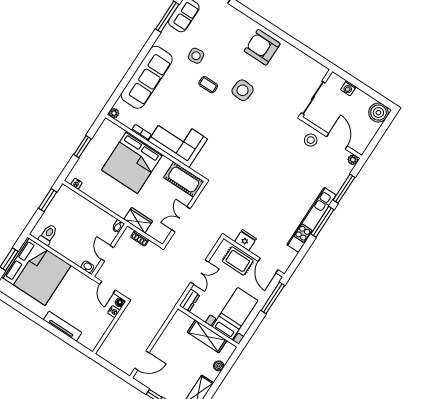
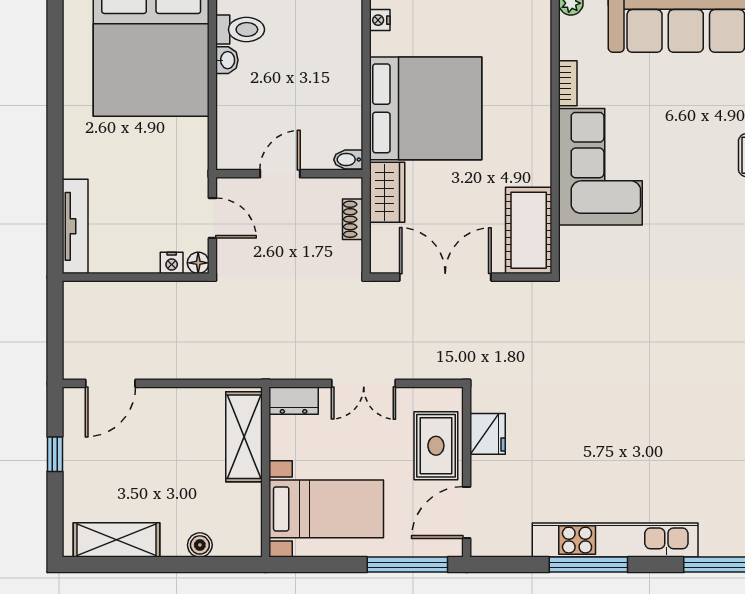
bed: (132, 162) -> (426, 108), moved, turned 180
double door: (181, 219) -> (445, 277), width x1.37
window: (322, 222) -> (588, 565), moved
washbasin: (87, 267) -> (227, 60), moved
door: (107, 287) -> (212, 218), swing flipped
tv unit: (63, 326) -> (75, 226), moved
shelving: (207, 336) -> (244, 437), moved
door: (142, 360) -> (110, 383), hinge flipped

